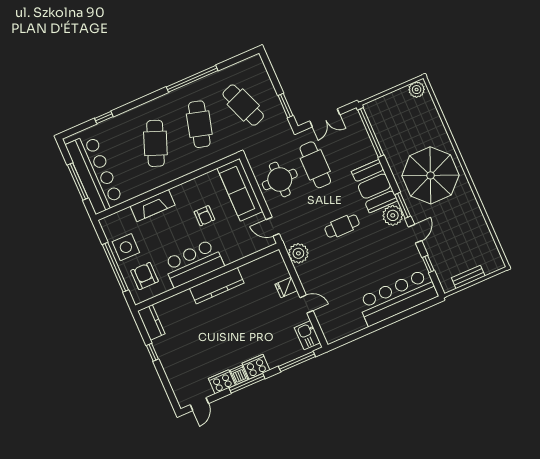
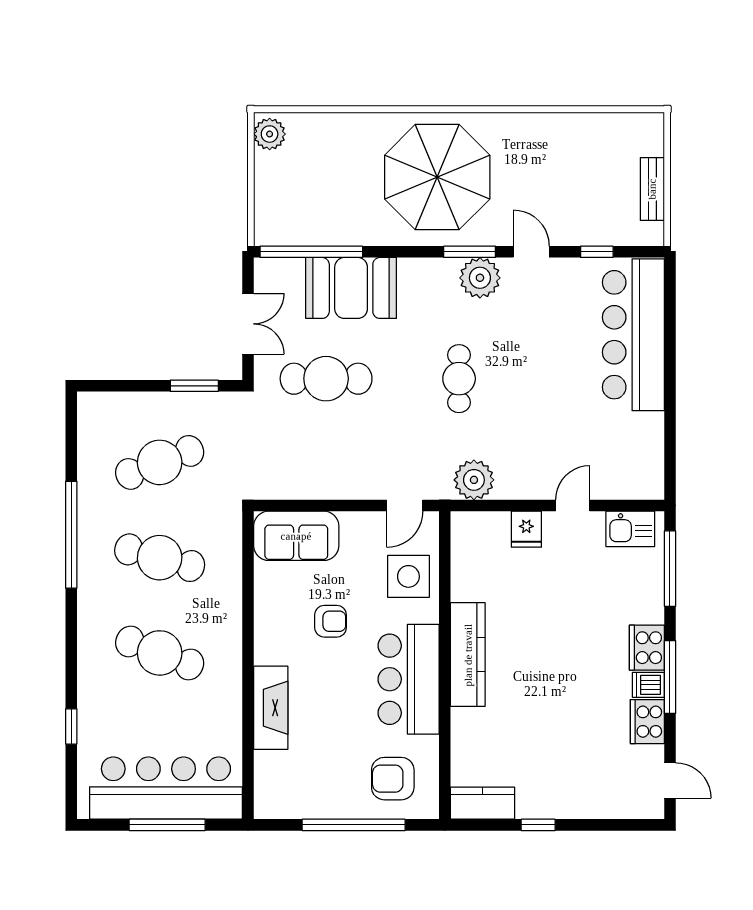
round table: (280, 179) -> (325, 455), removed
booth: (374, 186) -> (351, 288), moved
sofa: (240, 190) -> (296, 536), width x0.73
side table: (126, 247) -> (408, 576), moved

